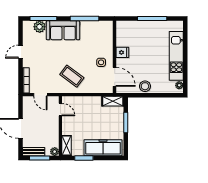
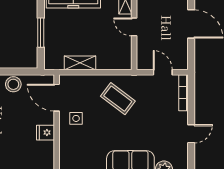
shelving: (113, 101) -> (80, 63), moved
door: (60, 110) -> (134, 27), moved

